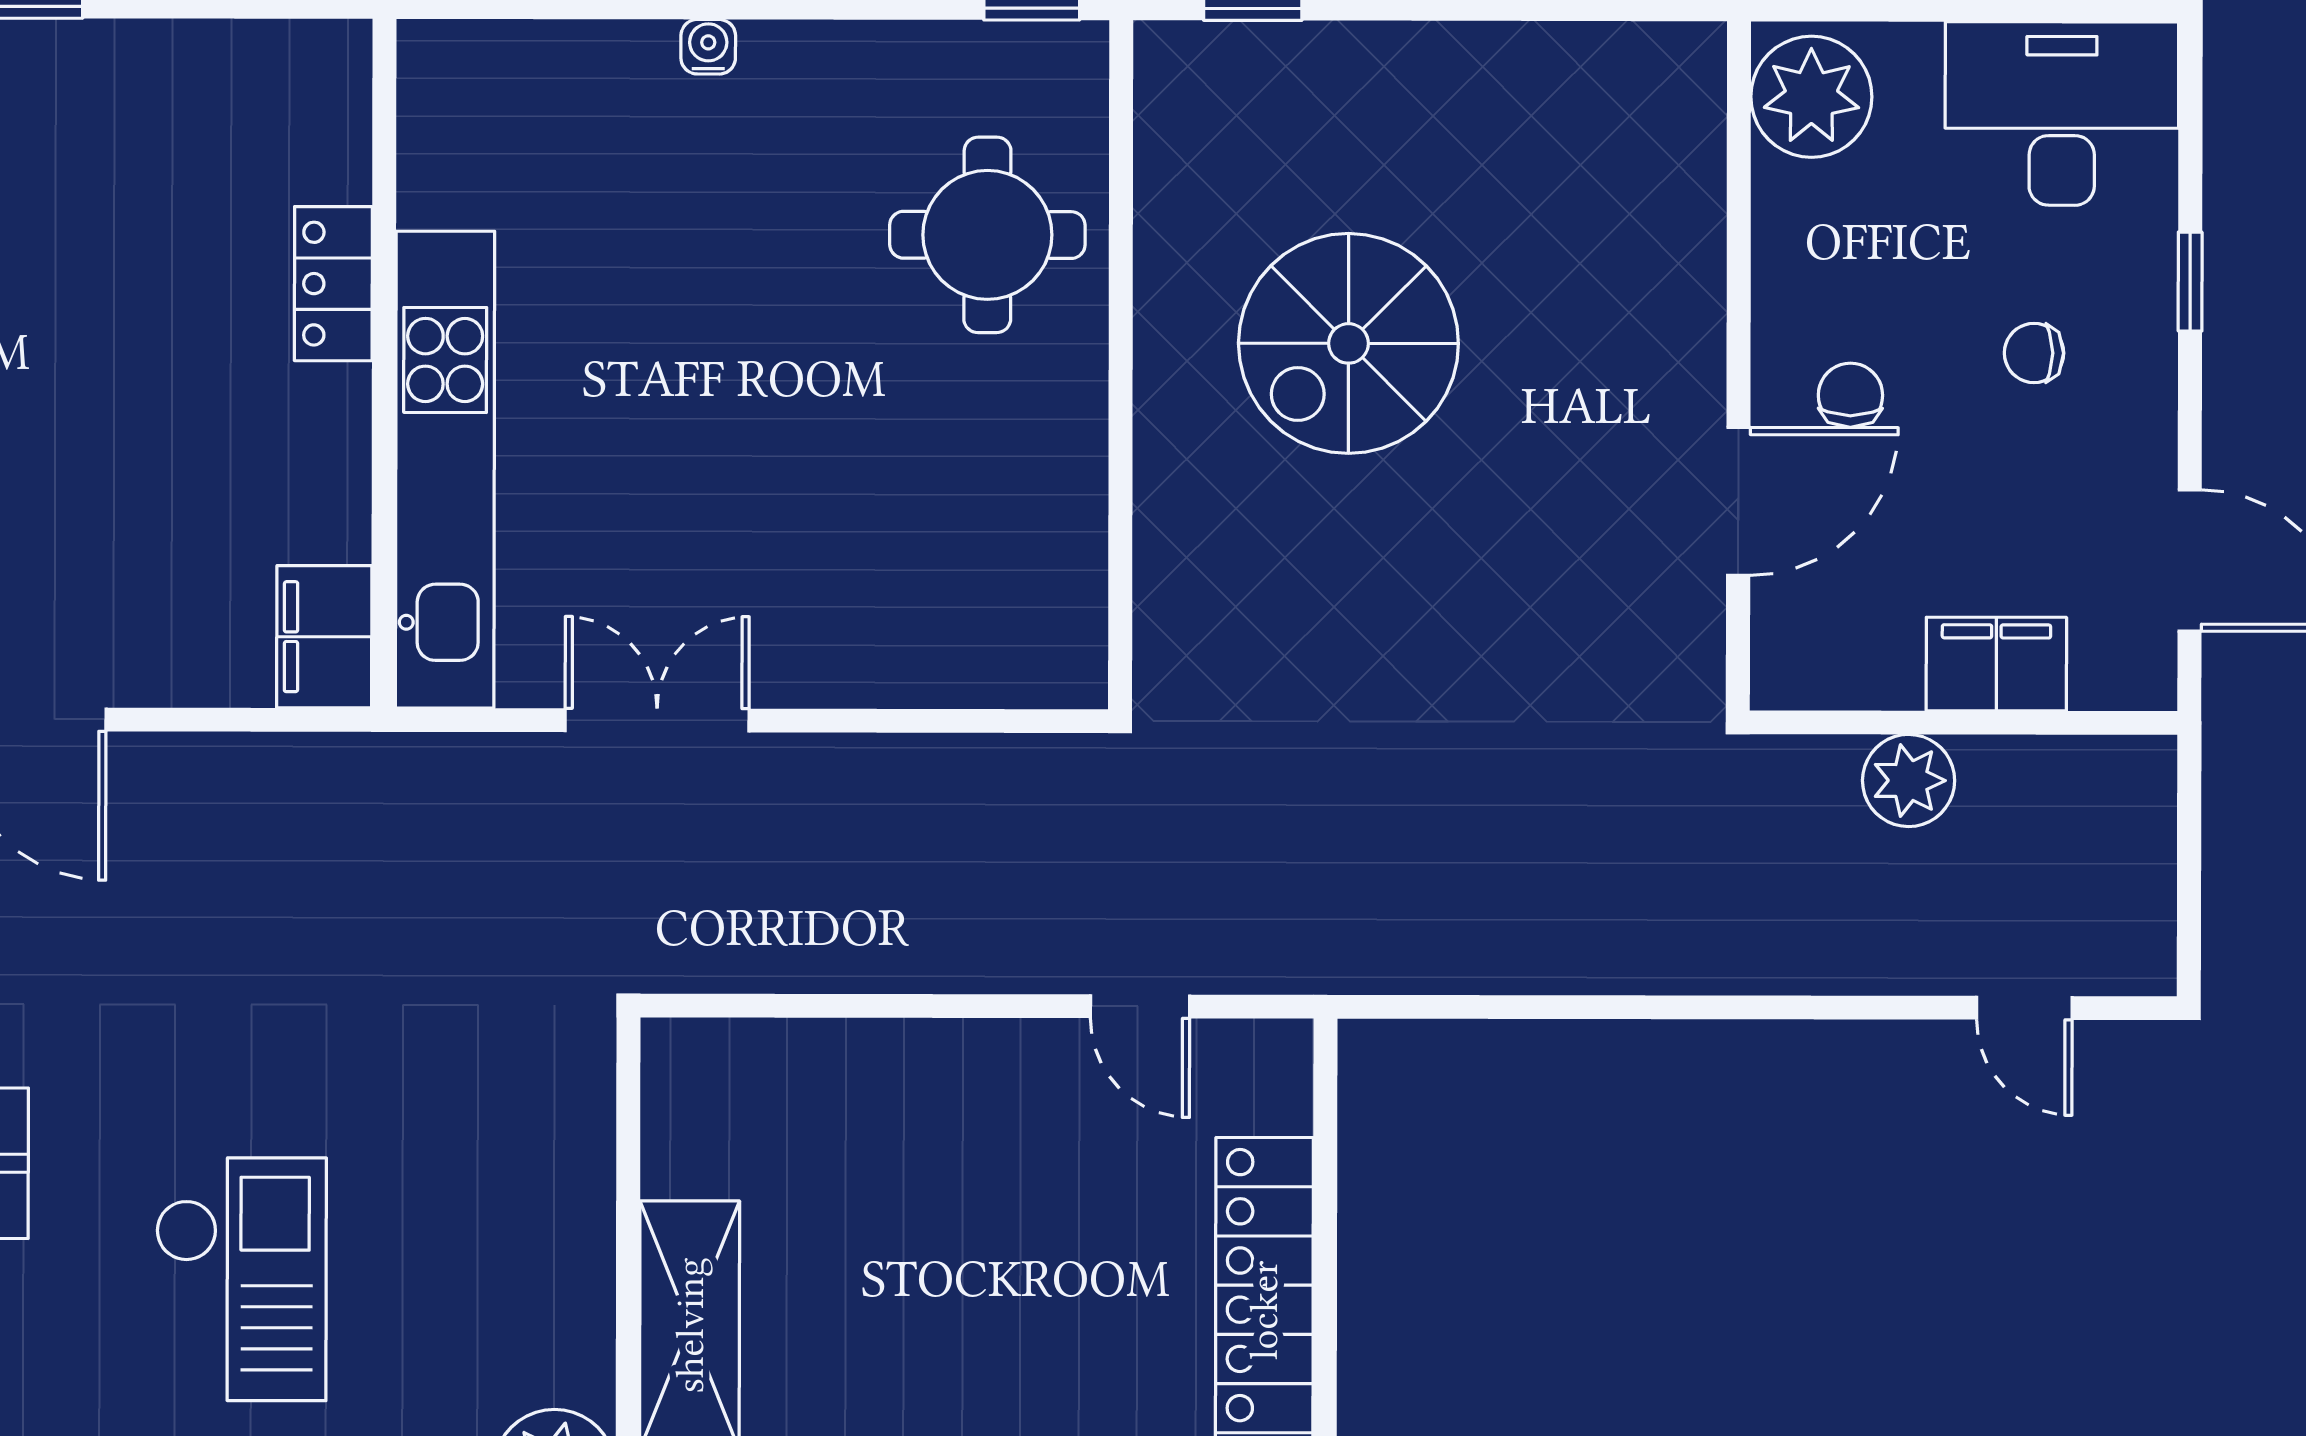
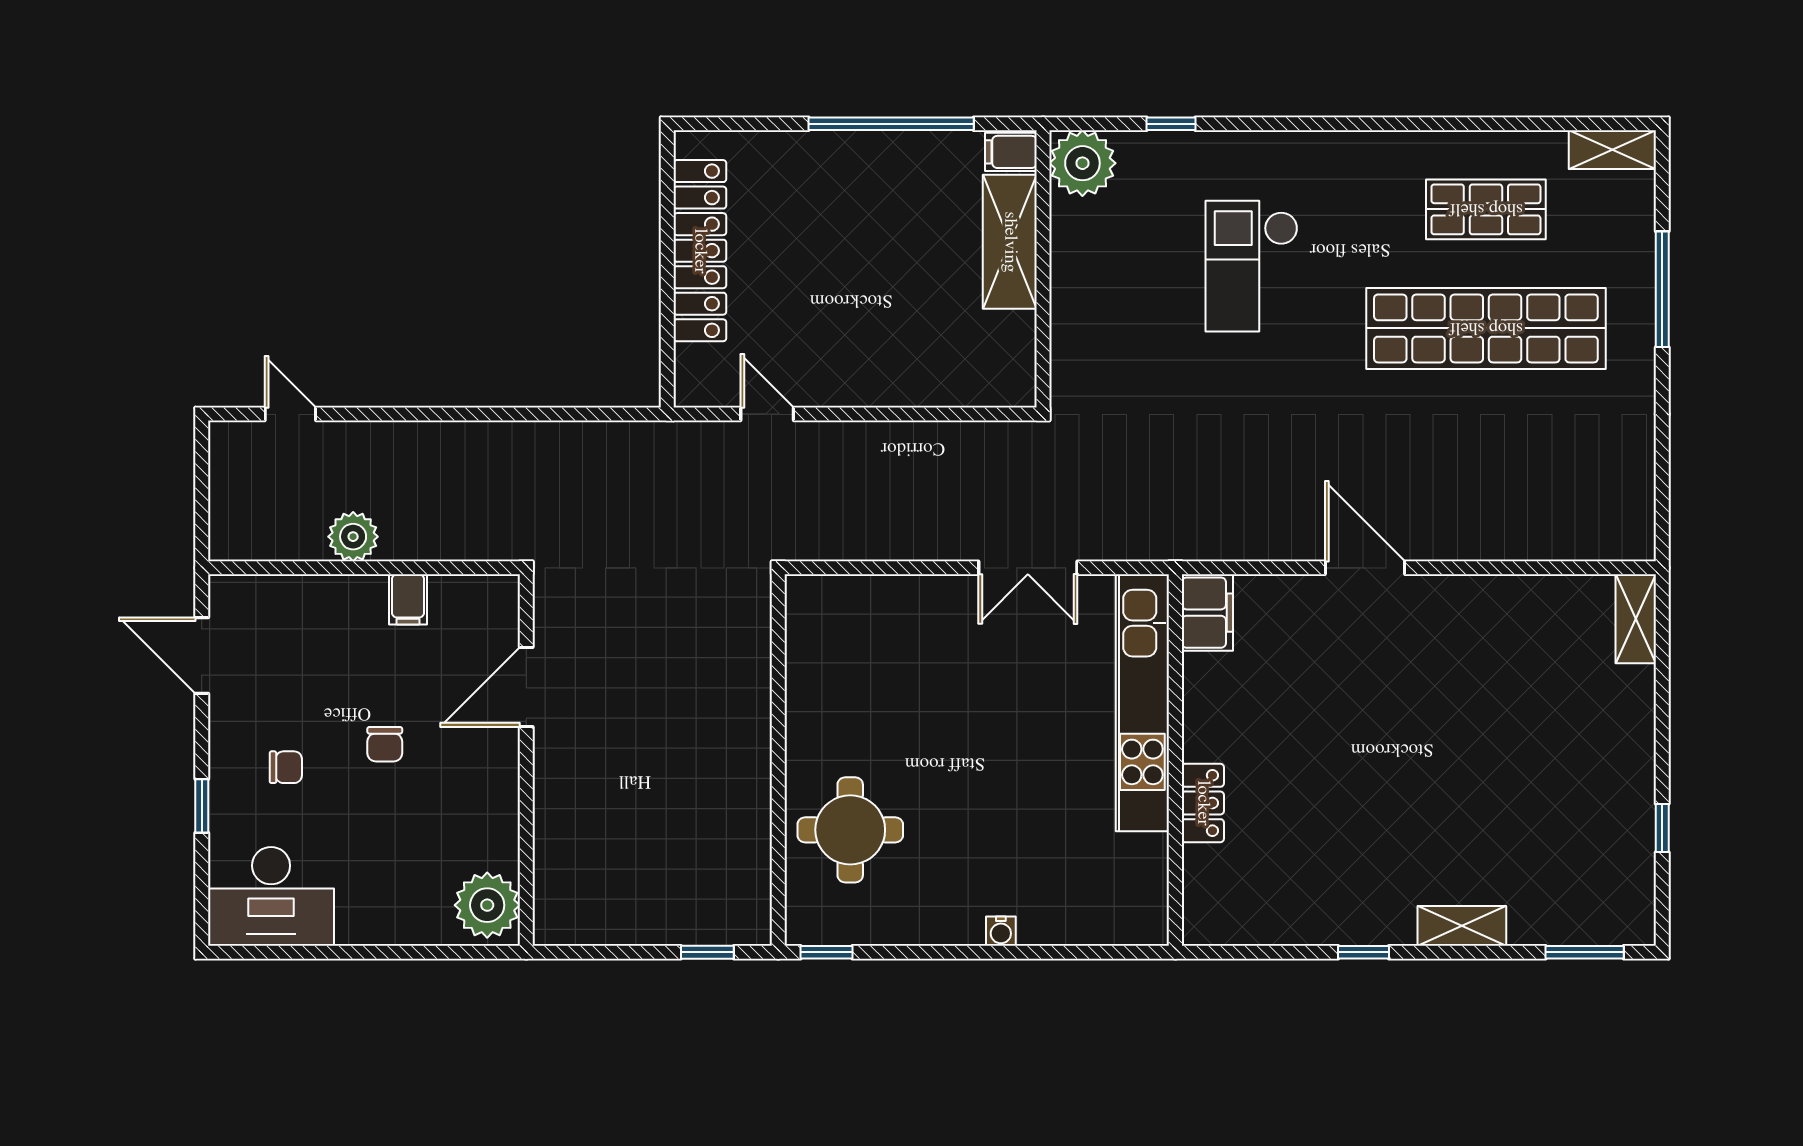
plant: (1811, 97) -> (487, 905), moved
spiral stairs: (1348, 343) -> (655, 772), removed
wall: (1738, 366) -> (526, 760), moved
door: (1738, 501) -> (526, 687), moved
filing cabinet: (1996, 664) -> (408, 599), moved, width x0.50

